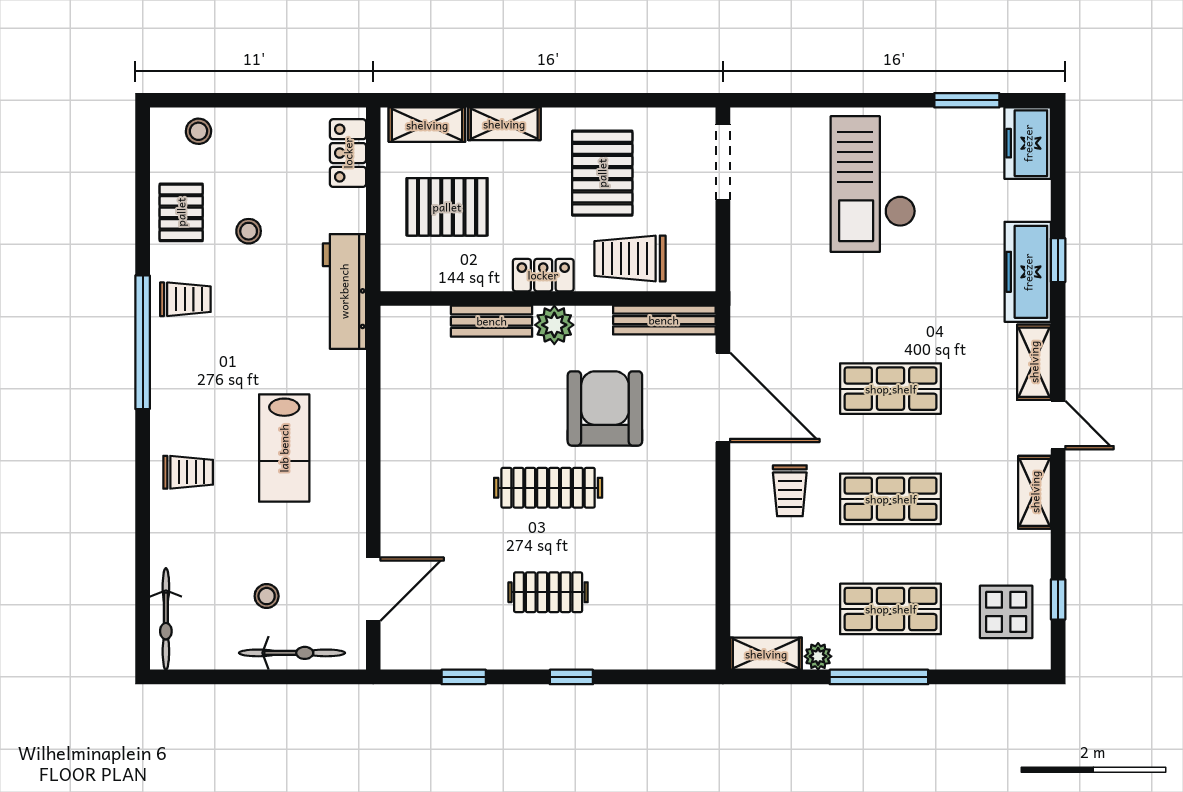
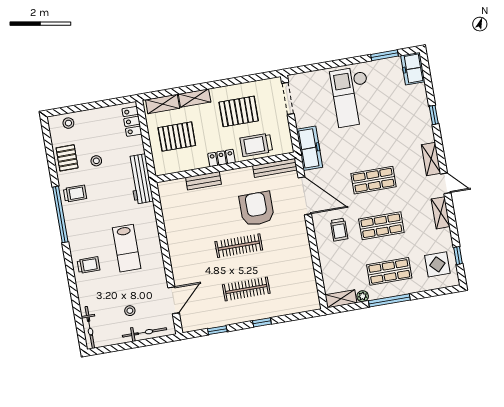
pallet: (602, 173) -> (239, 111), turned 90
freezer: (1028, 272) -> (309, 148), moved, turned 180
plant: (554, 325) -> (230, 178), removed
clothes rail: (548, 592) -> (246, 289), width x1.36

